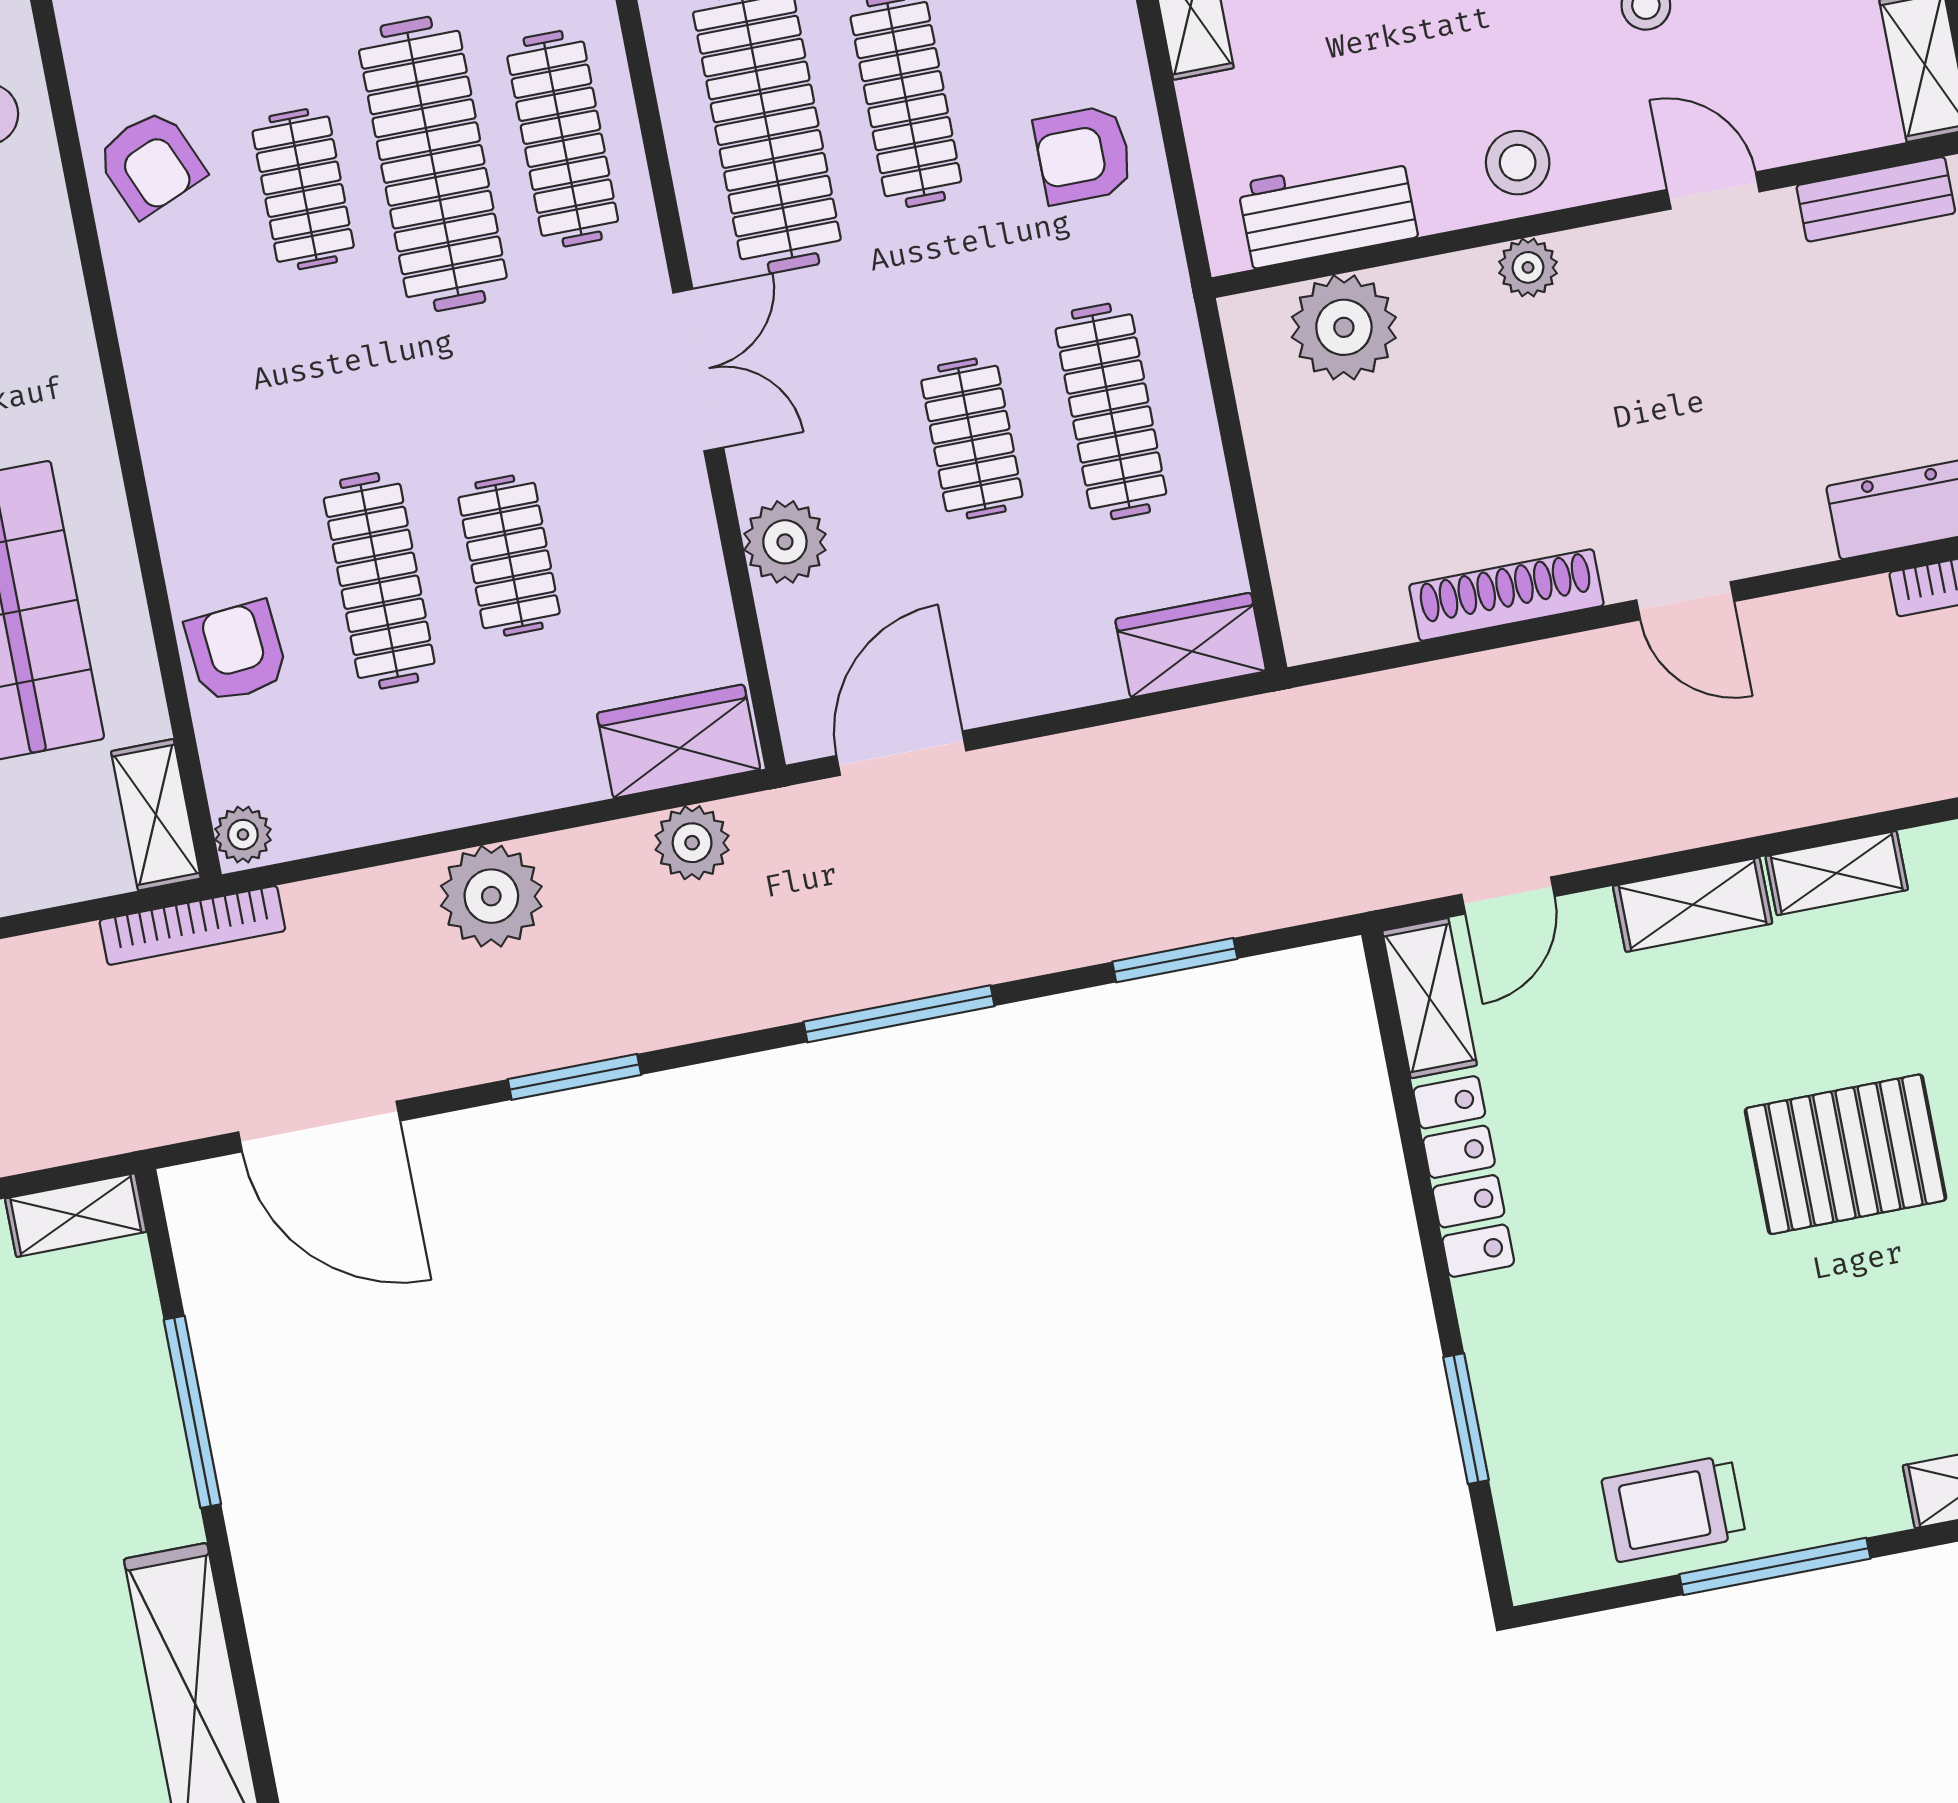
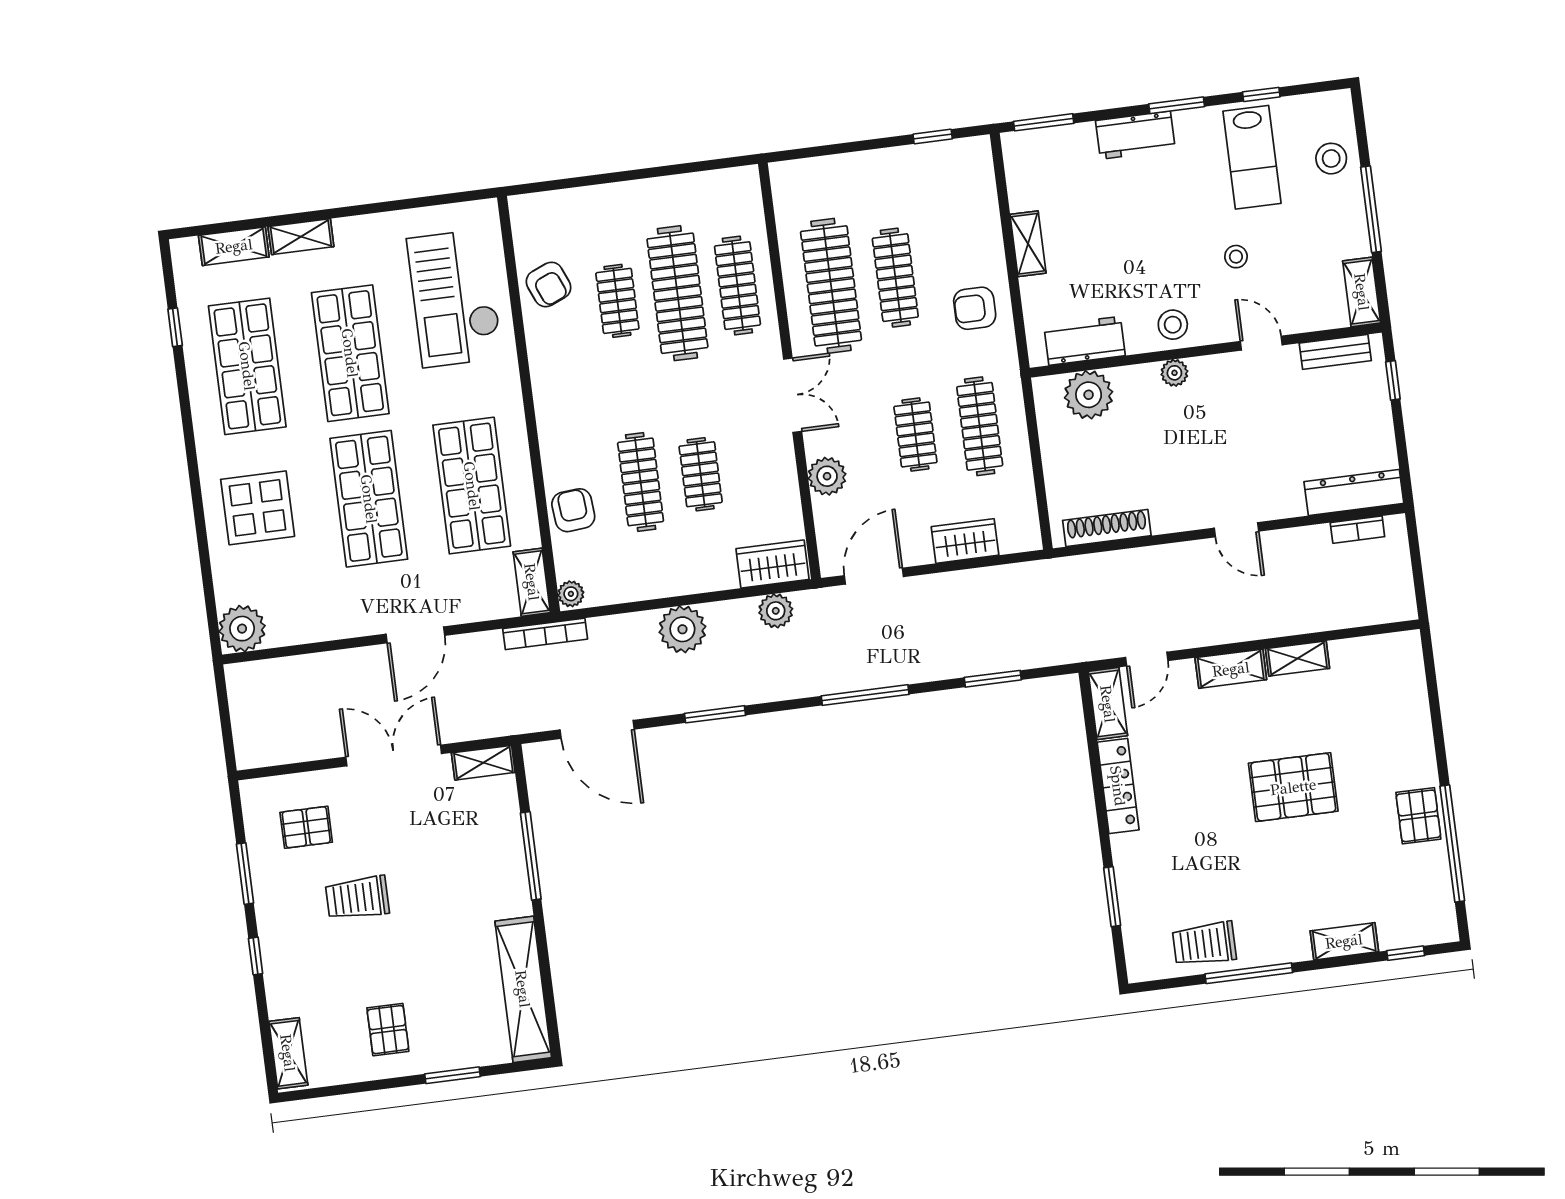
shoe rack: (1506, 595) -> (1107, 528), moved
wardrobe: (1191, 645) -> (965, 541), moved

